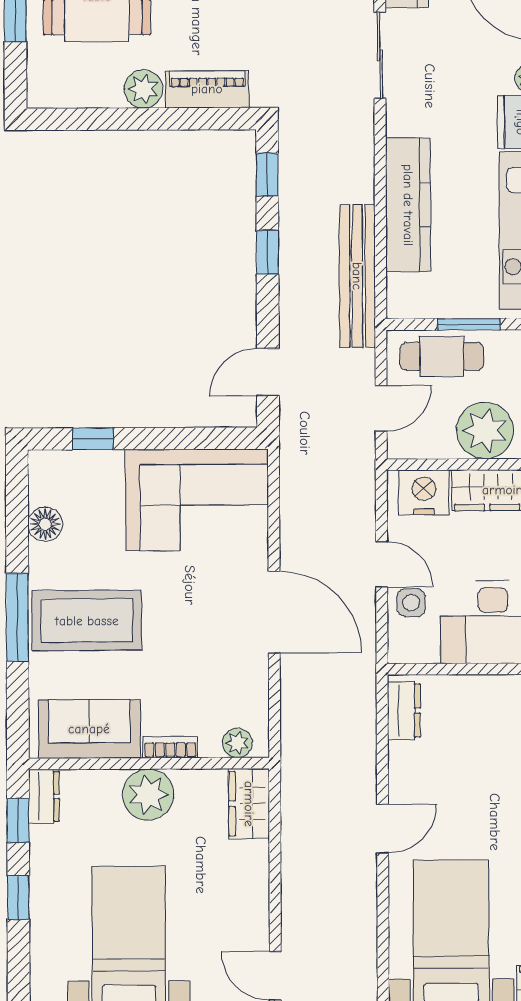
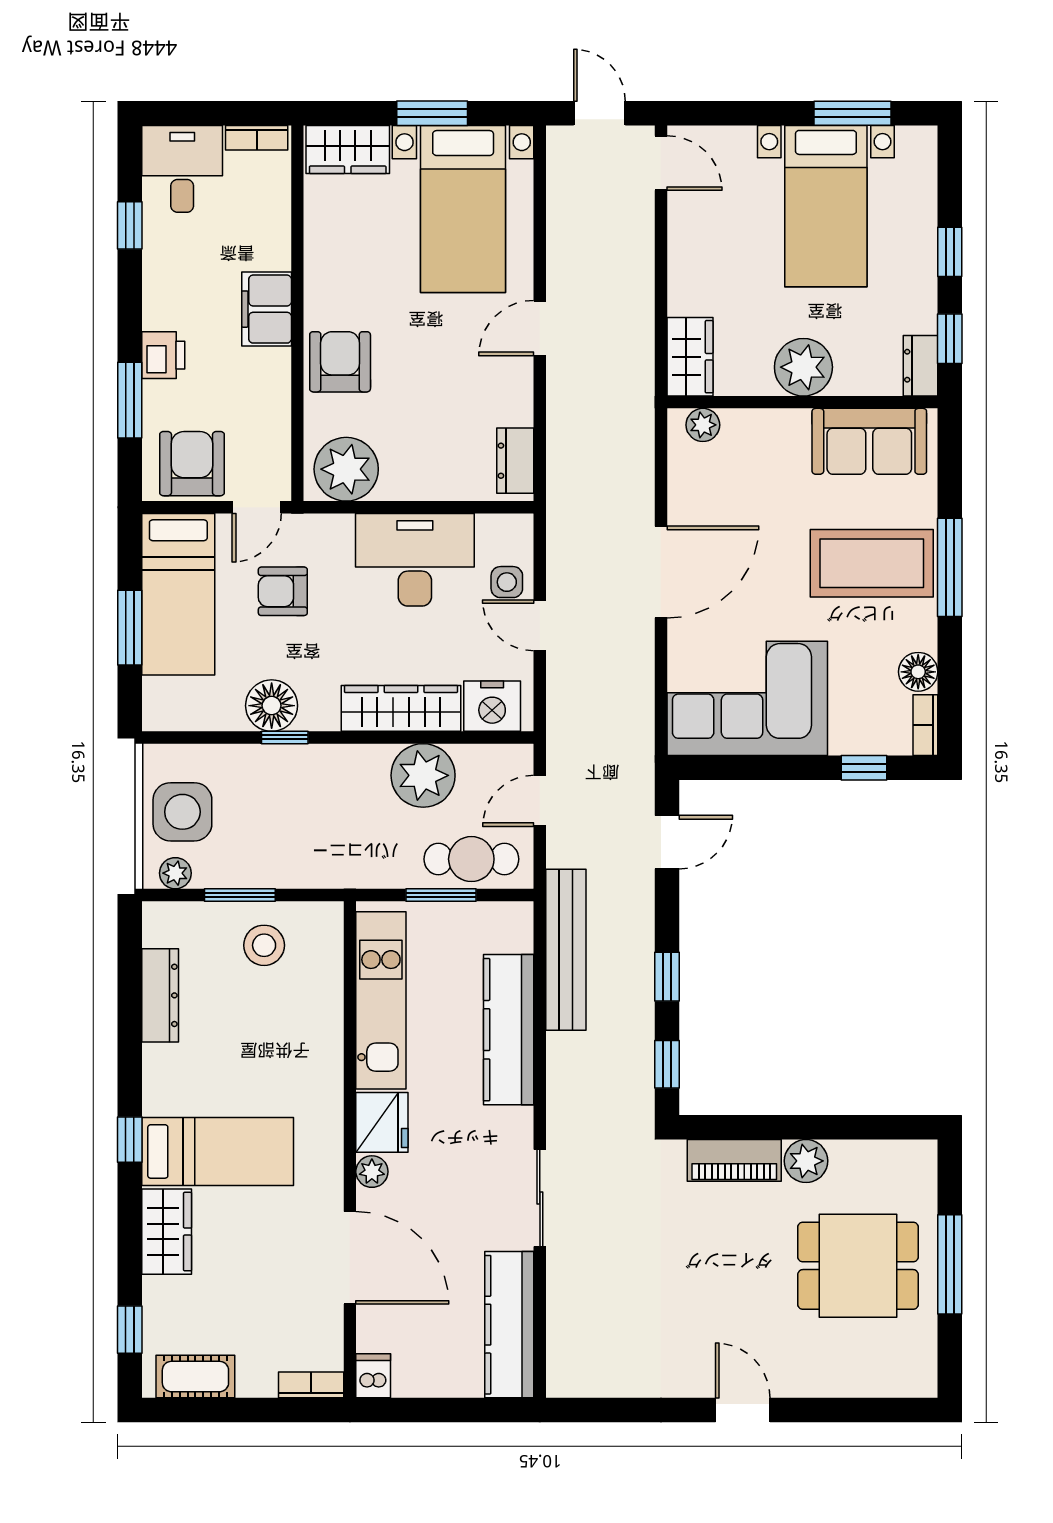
door: (274, 612) -> (661, 572), swing flipped
bookcase: (170, 747) -> (925, 725), moved, turned 90

